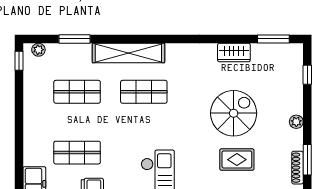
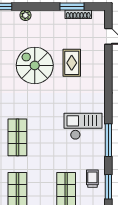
plant: (296, 122) -> (25, 15), moved

